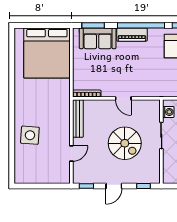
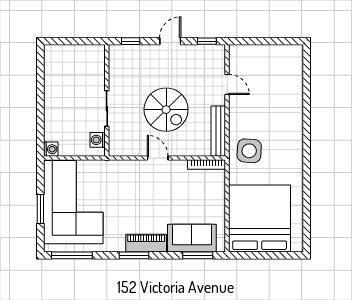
window: (141, 25) -> (134, 255), width x0.47
side table: (30, 135) -> (249, 151), moved
spiral stairs: (125, 143) -> (166, 110), moved, turned 180
door: (71, 154) -> (227, 84), swing flipped

